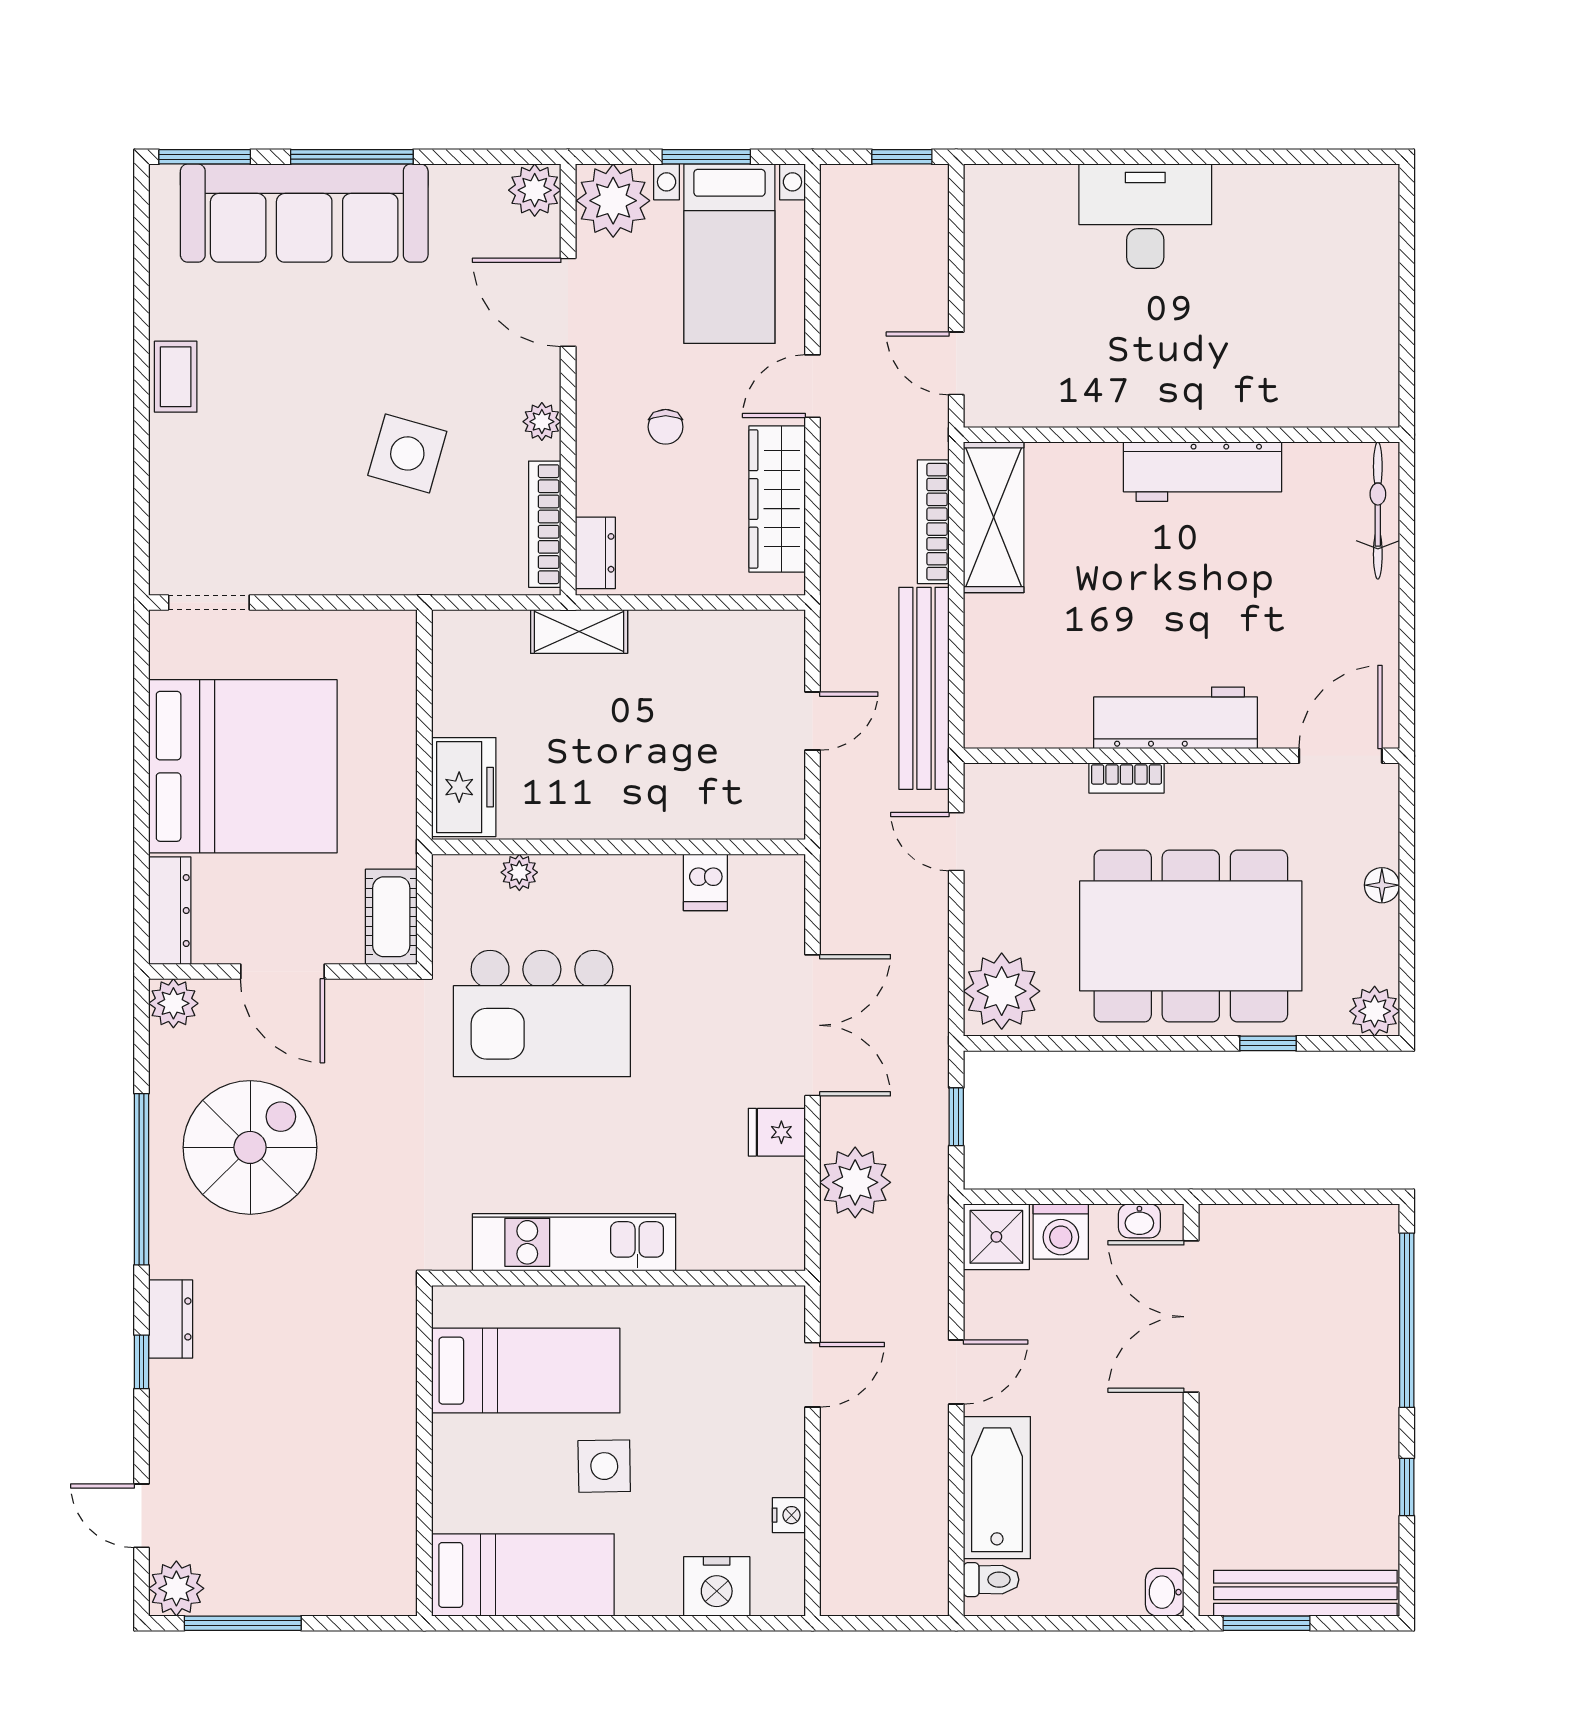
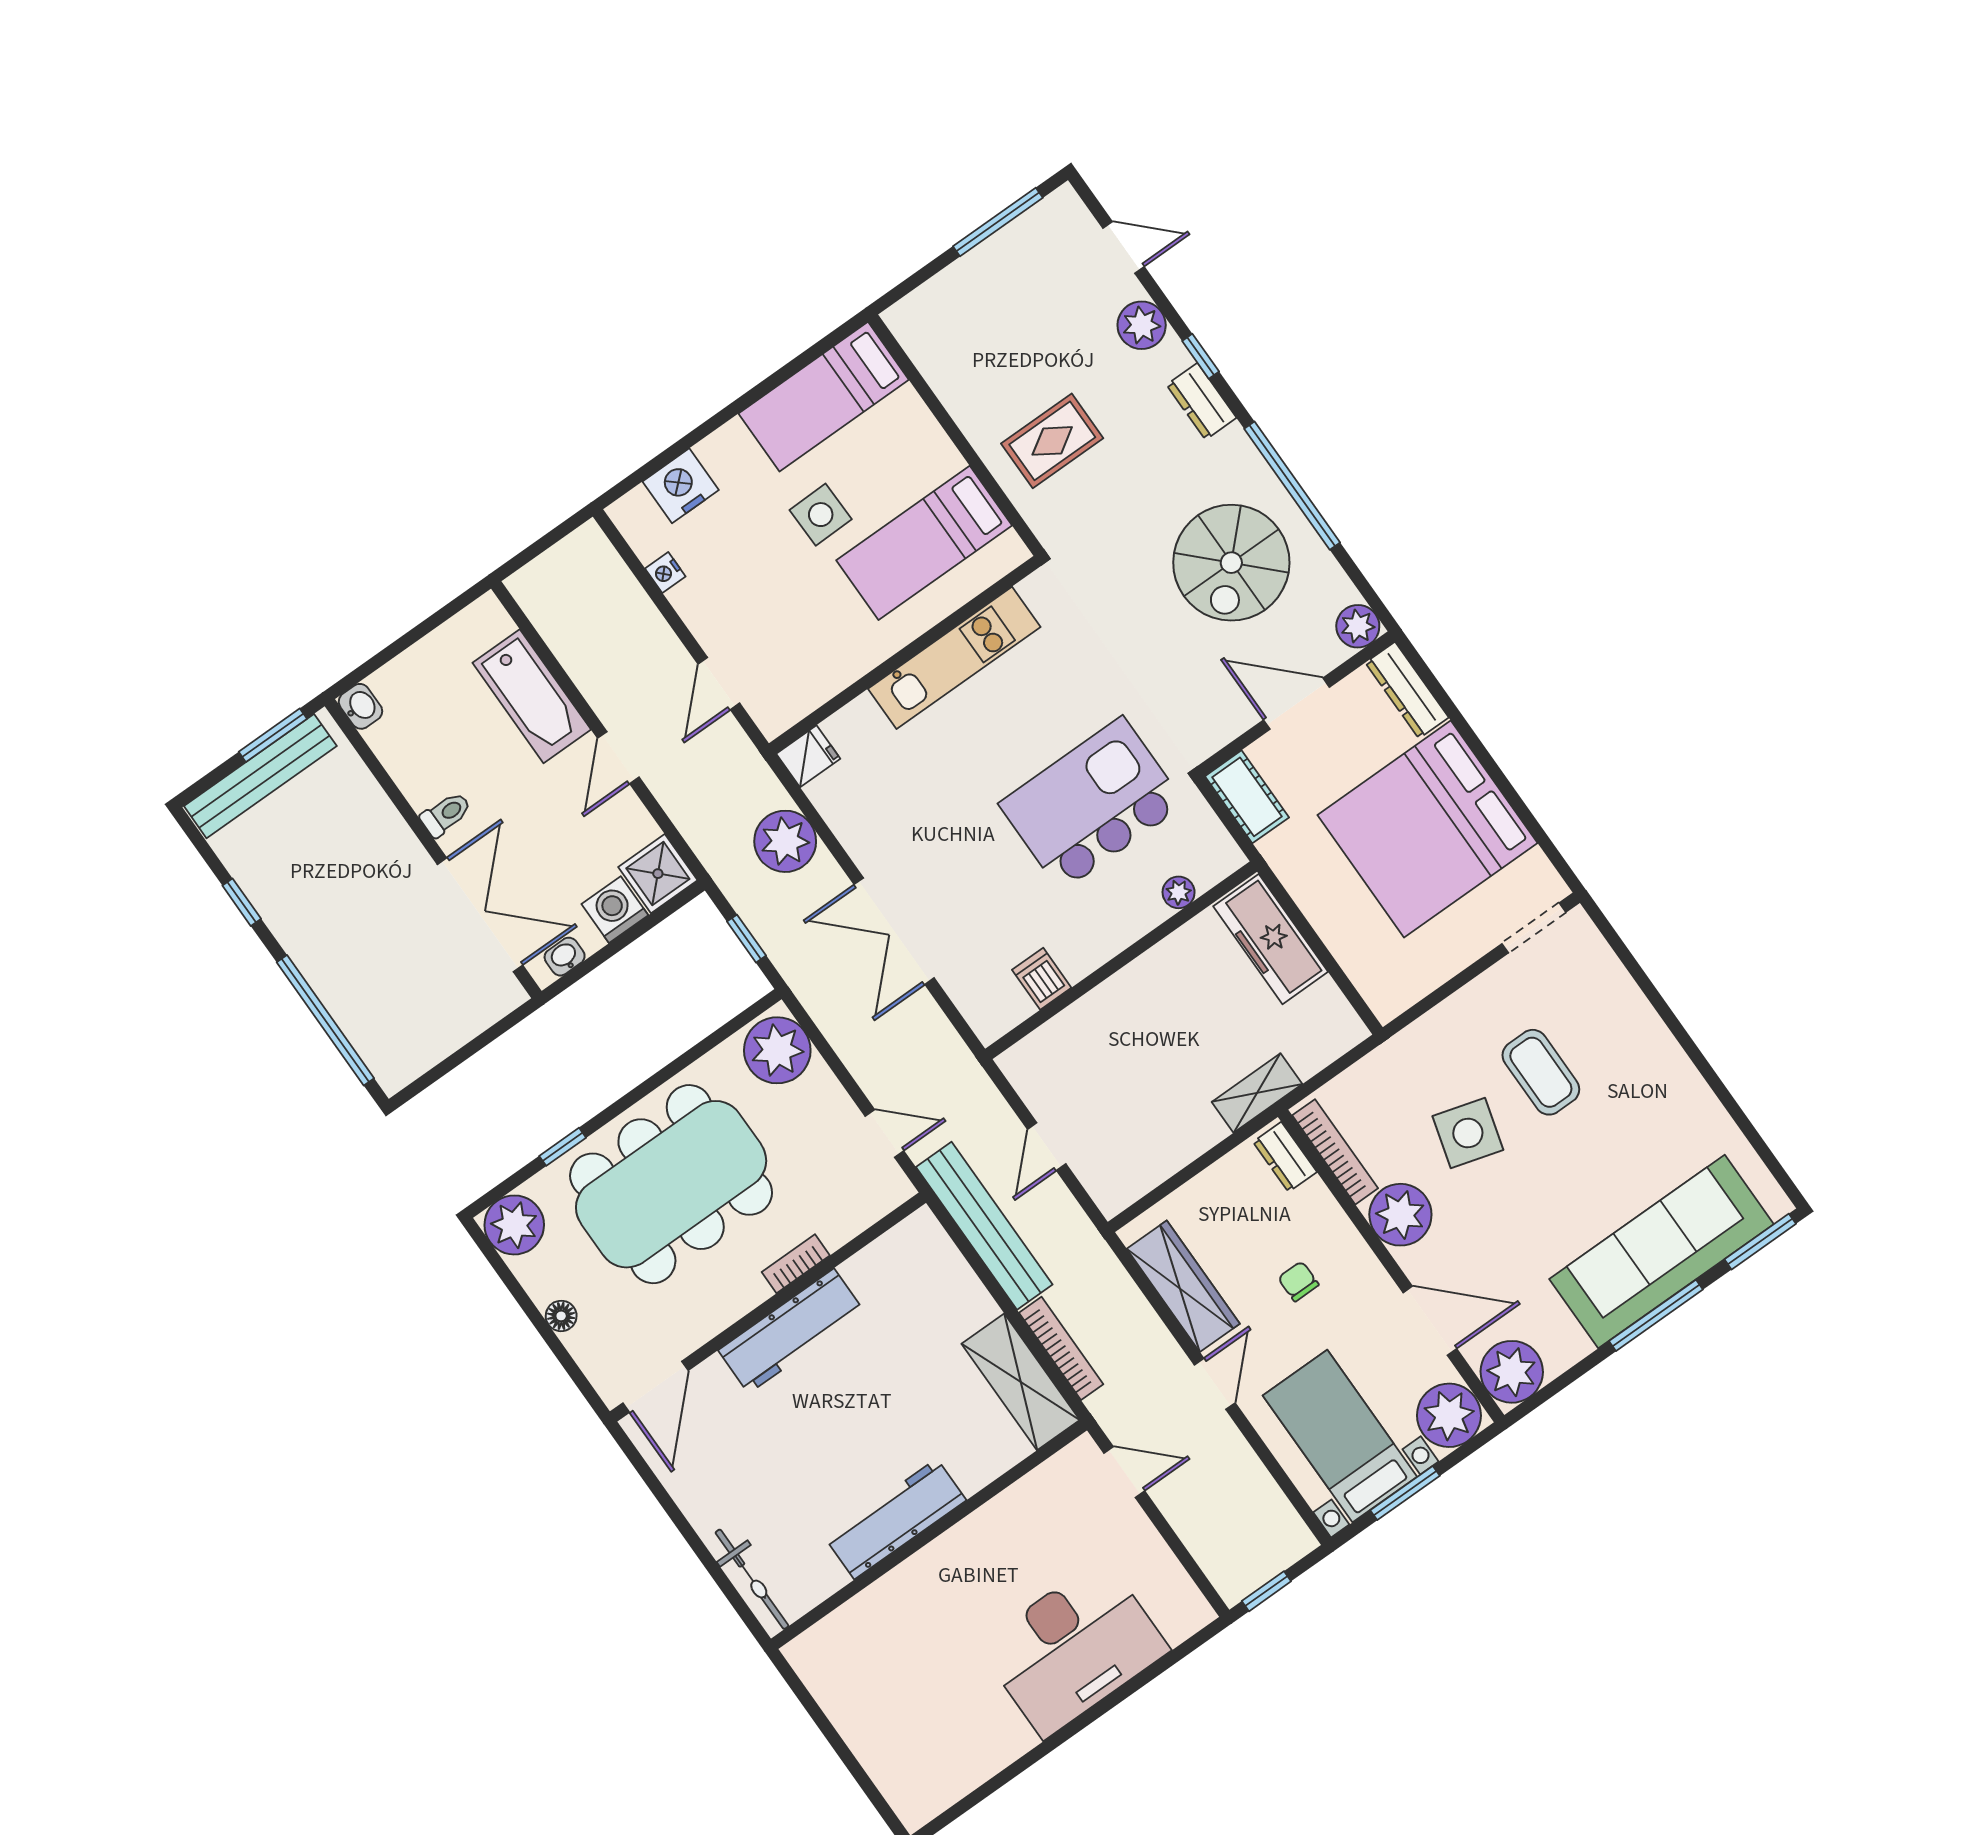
plant: (535, 190) -> (1512, 1372), width x1.36, depth x1.36
desk: (1145, 216) -> (1074, 1648), width x1.36, depth x1.30
coffee table: (176, 377) -> (1541, 1072), moved, width x1.36, depth x1.30
plant: (542, 422) -> (1400, 1215), width x1.88, depth x1.88
freezer: (464, 787) -> (1271, 939), width x1.40
plant: (1375, 1011) -> (514, 1225), width x1.36, depth x1.36
fridge: (777, 1132) -> (808, 756), moved
rug: (337, 1381) -> (1052, 441), added
toilet: (991, 1580) -> (446, 814), moved, turned 180
plant: (176, 1588) -> (1142, 325), moved

